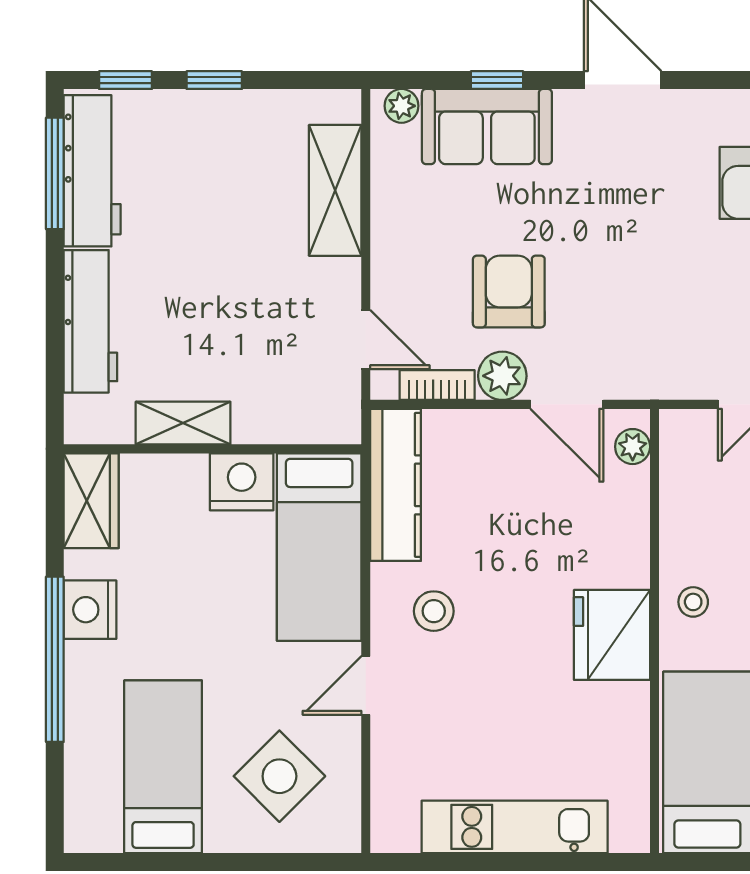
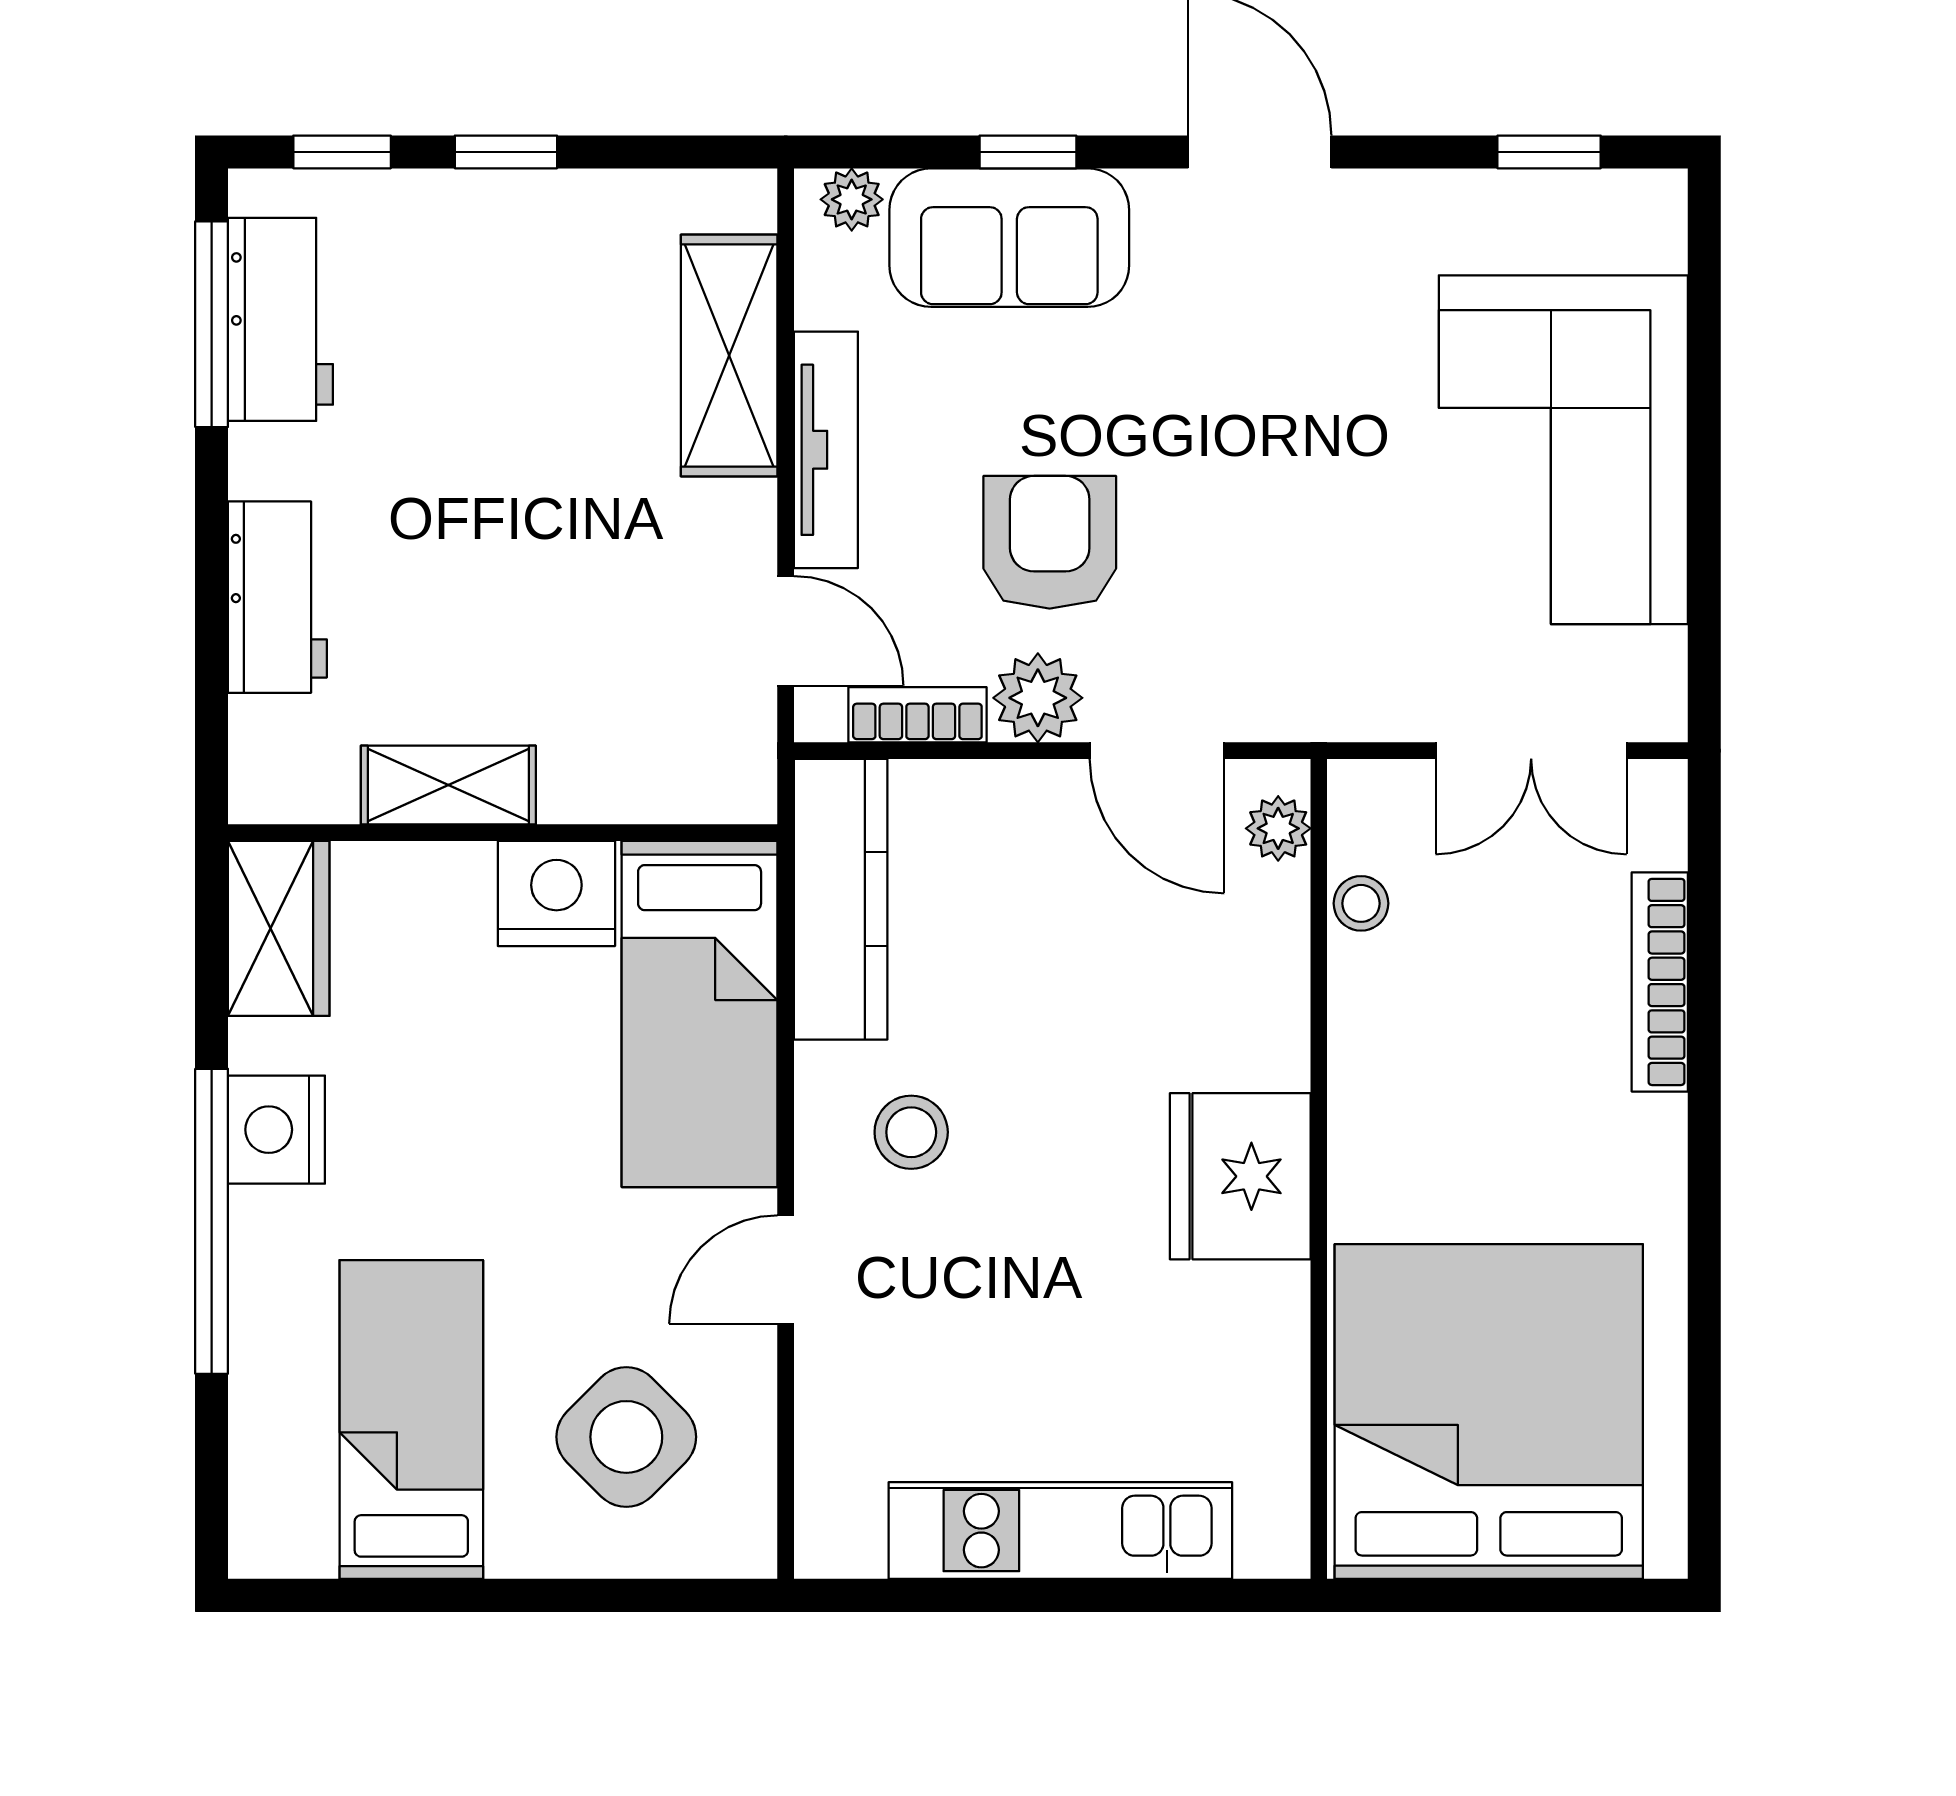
workbench: (92, 171) -> (280, 319), width x0.73
tv unit: (388, 241) -> (826, 450), added
workbench: (90, 321) -> (277, 597), width x0.73
stool: (693, 602) -> (1361, 903), moved

